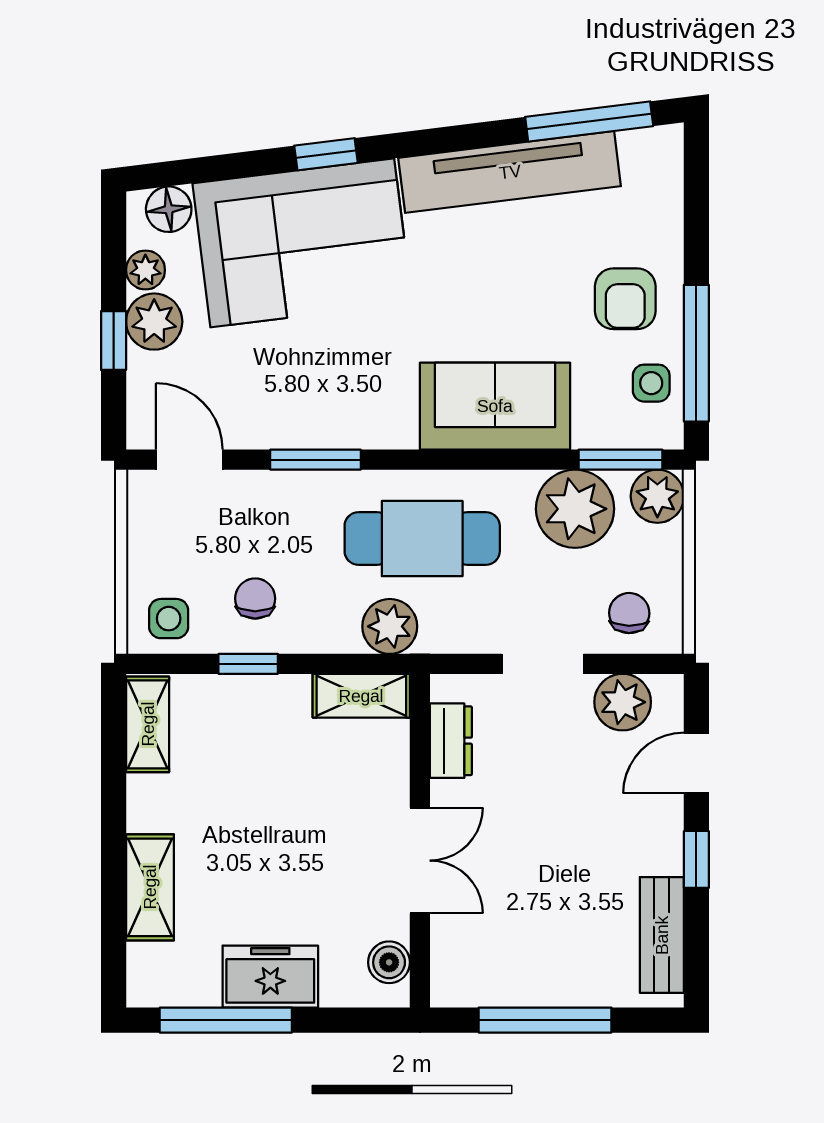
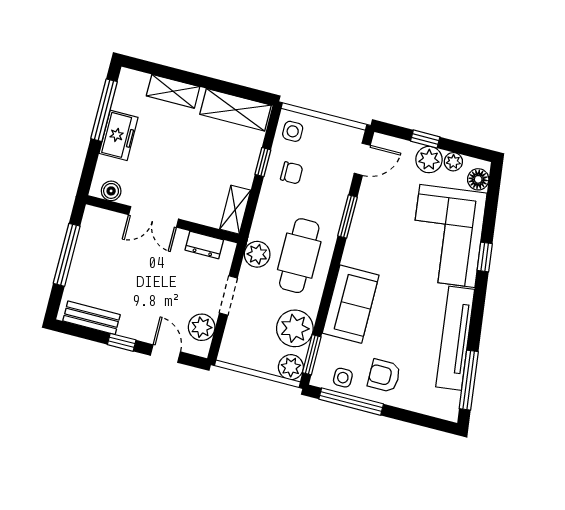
chair: (629, 613) -> (241, 341), removed
plant: (390, 626) -> (257, 254), moved
shelving: (148, 724) -> (236, 110), width x1.50, depth x1.33

